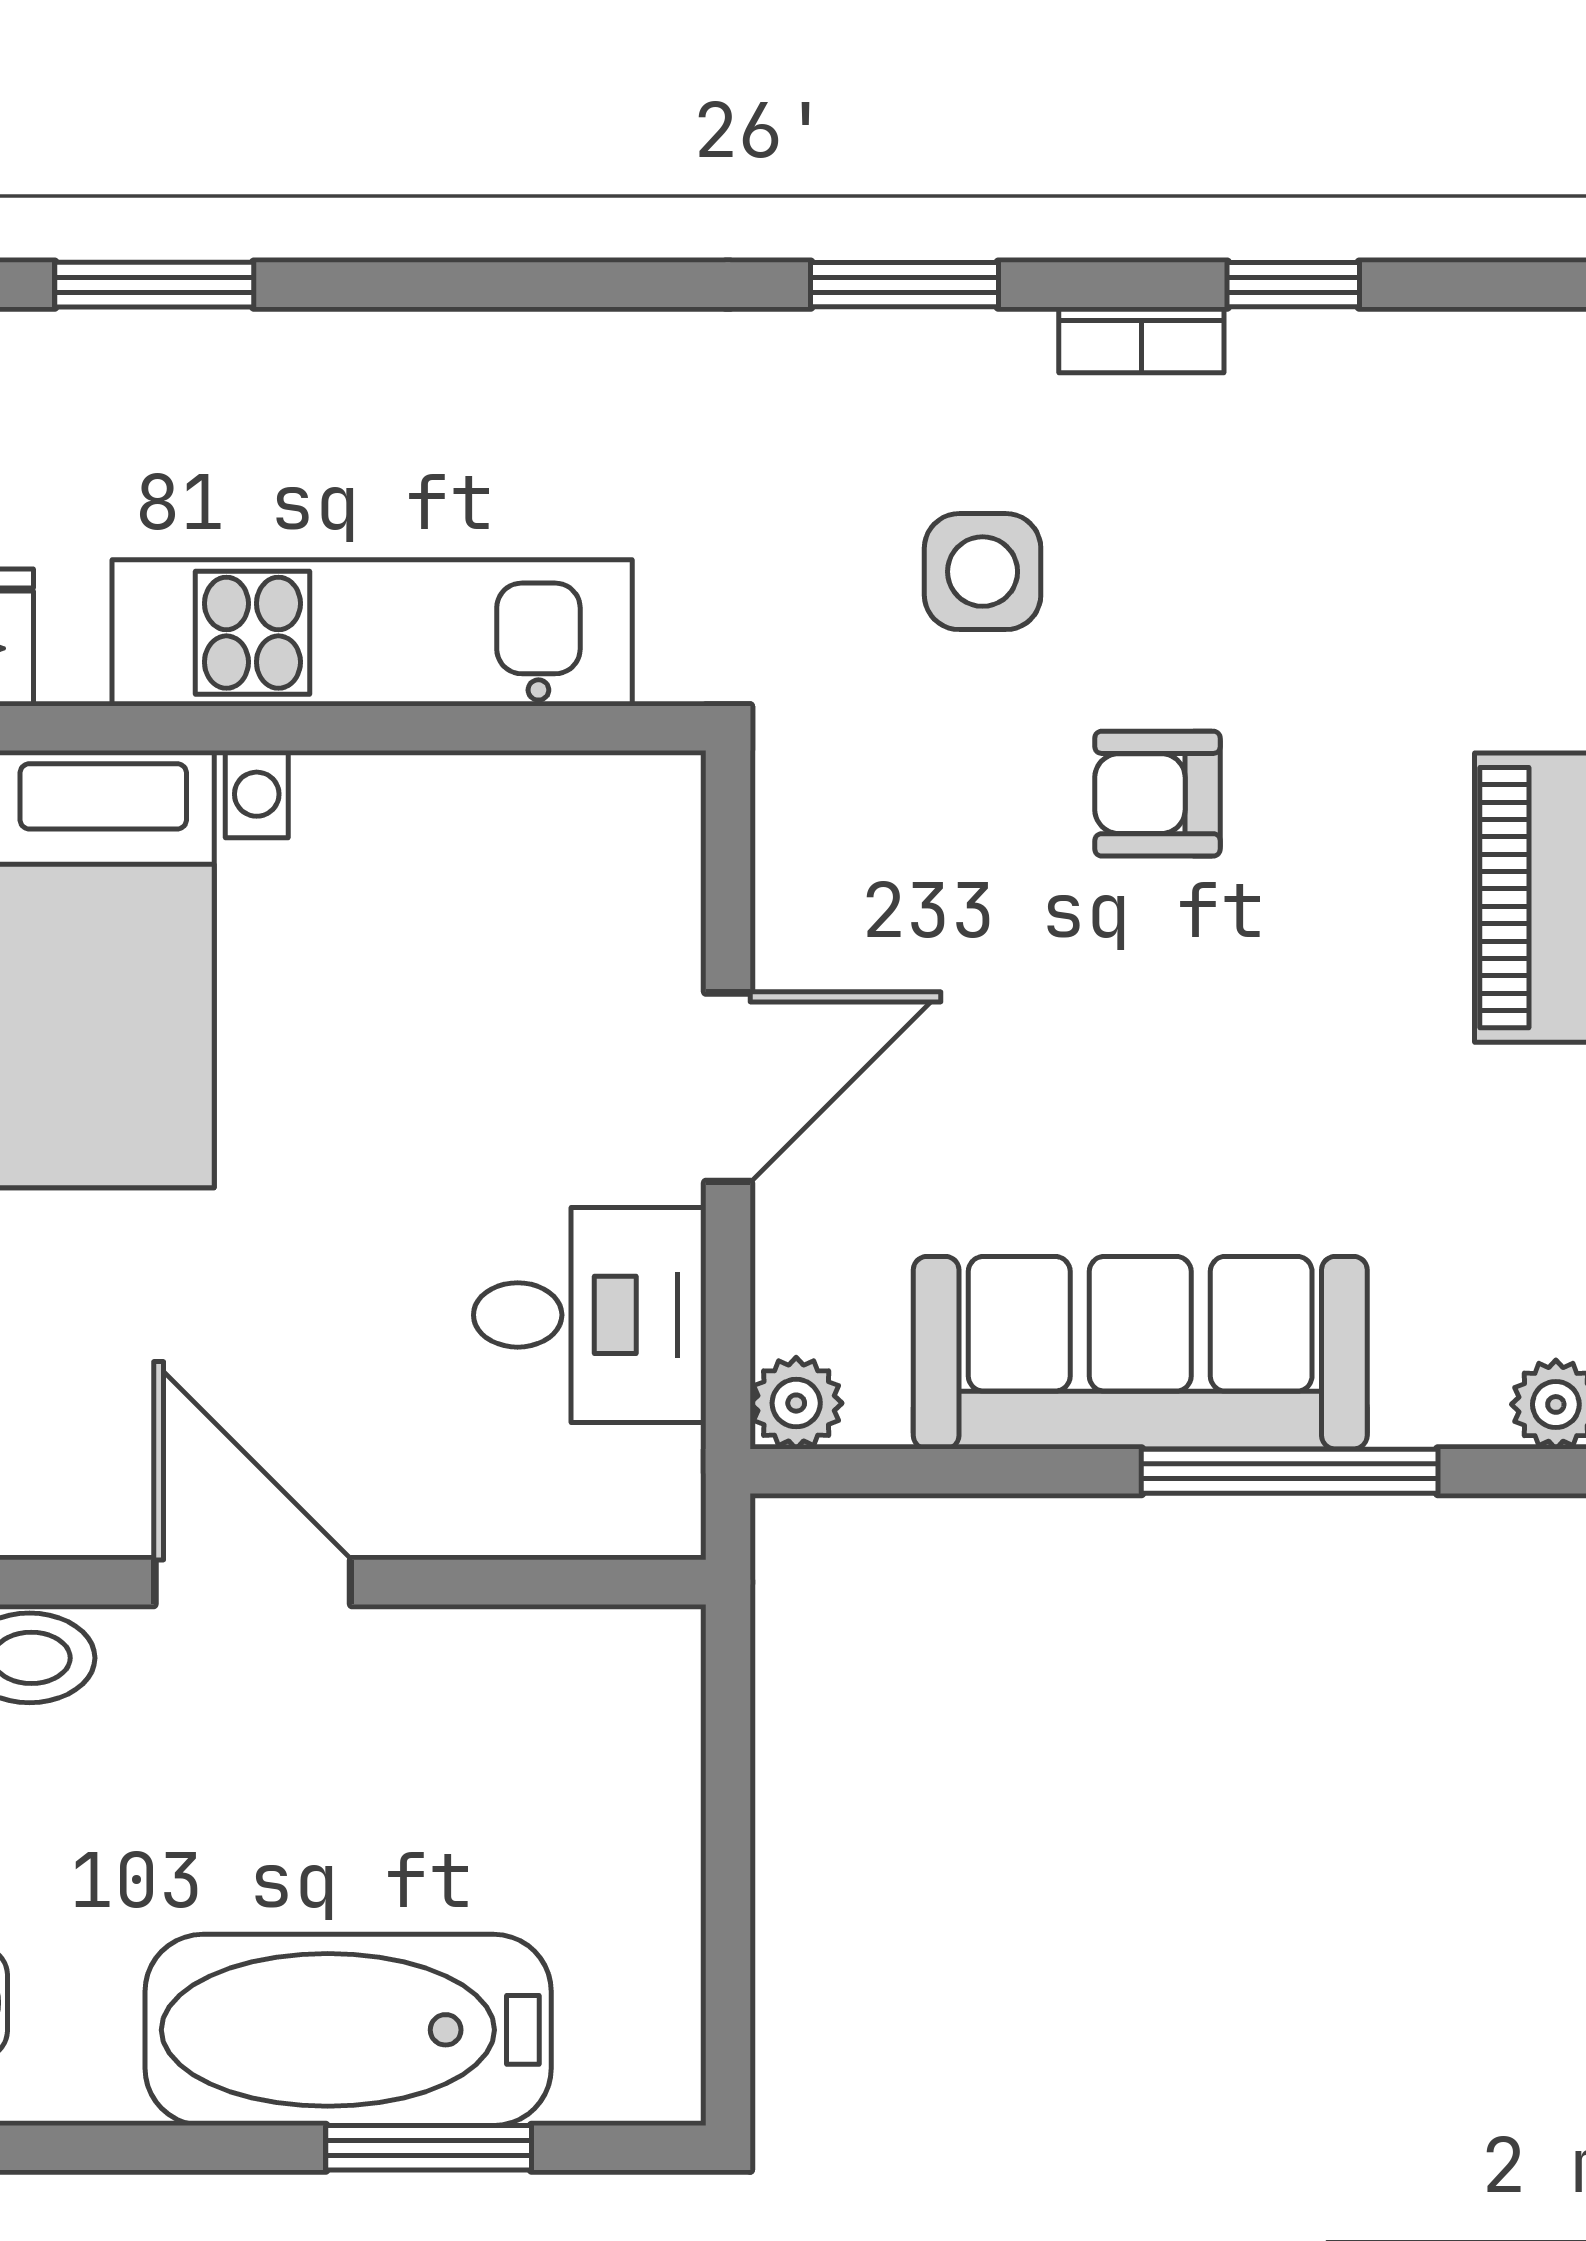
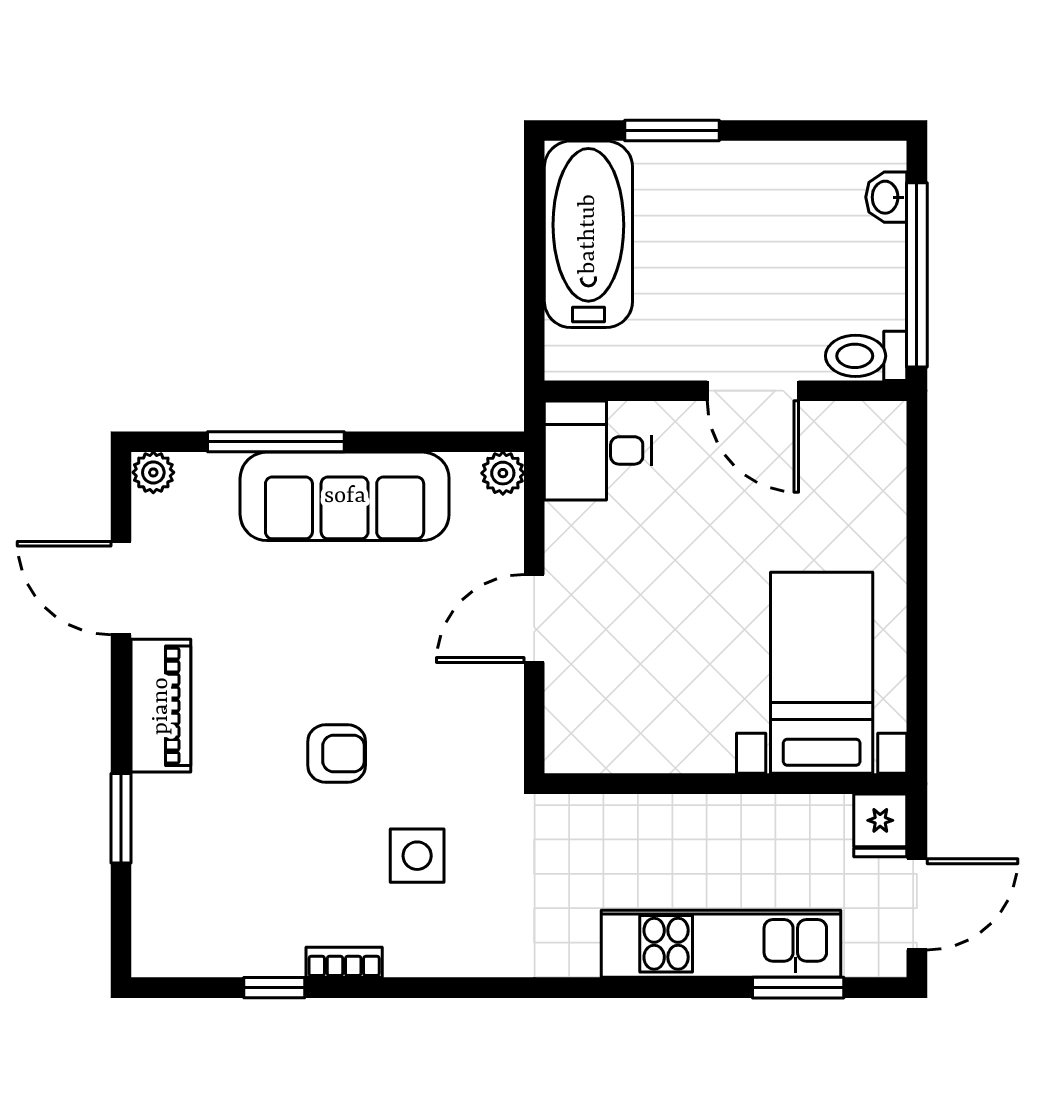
window: (905, 285) -> (453, 988), removed
kitchen unit: (372, 633) -> (721, 944), moved, turned 180
desk: (590, 1315) -> (598, 450), moved
bathtub: (348, 2030) -> (588, 234), moved, turned -90

